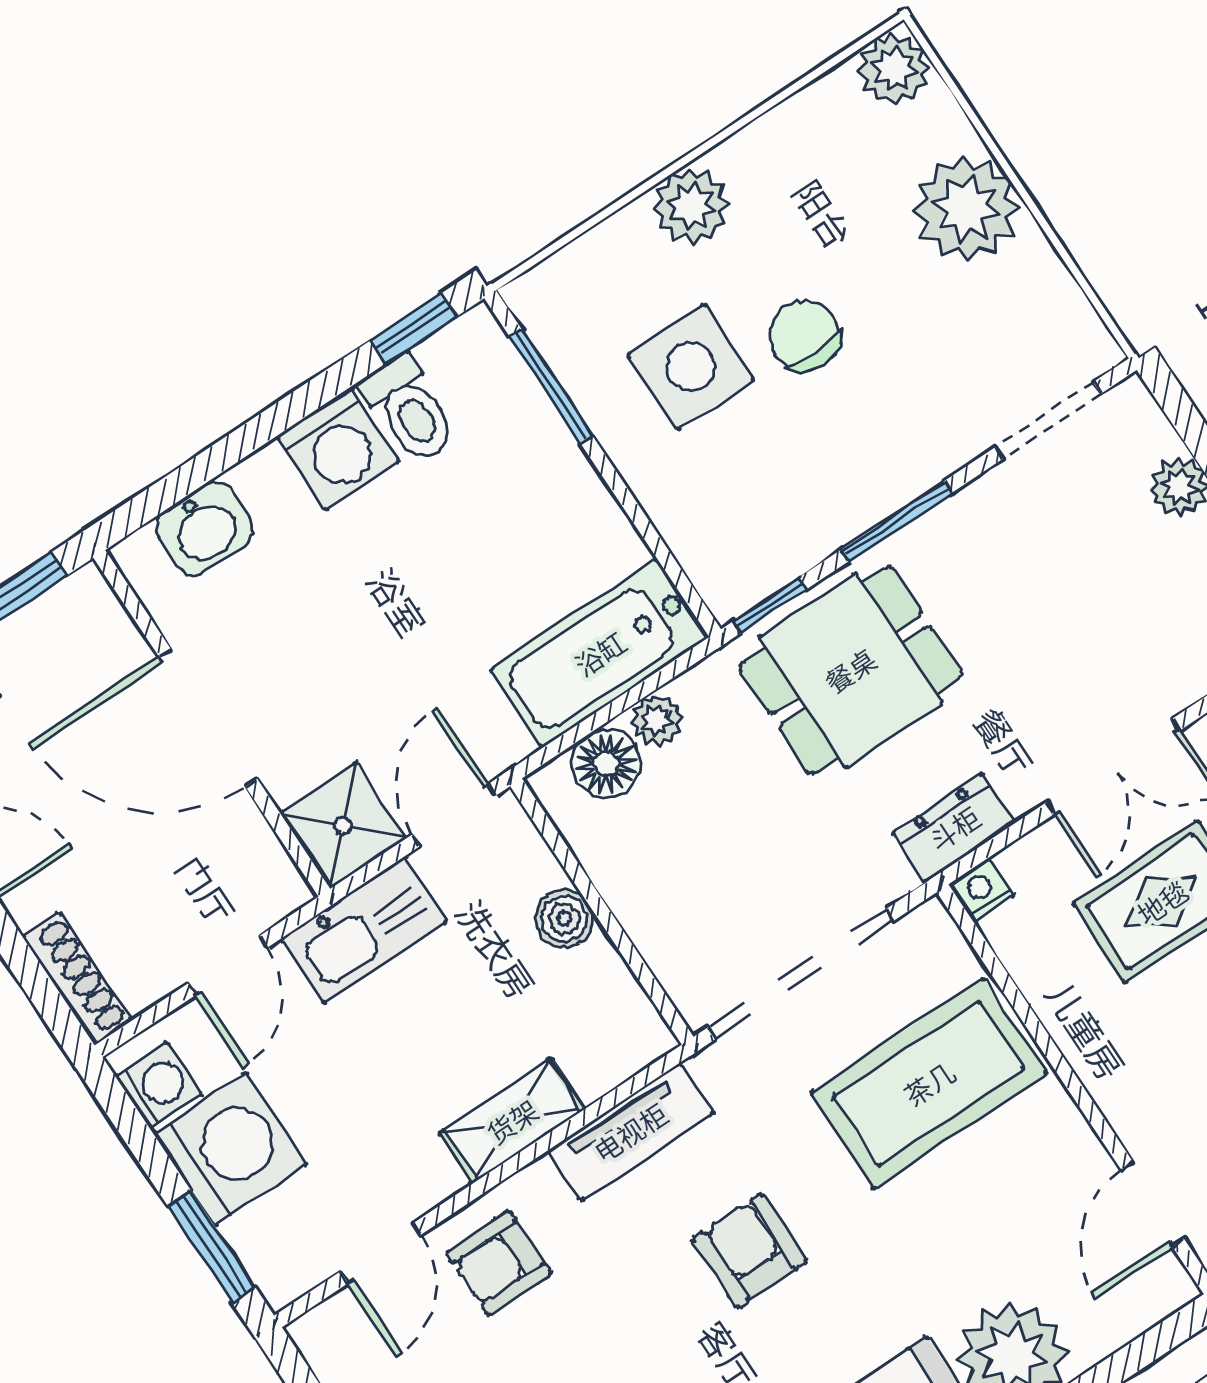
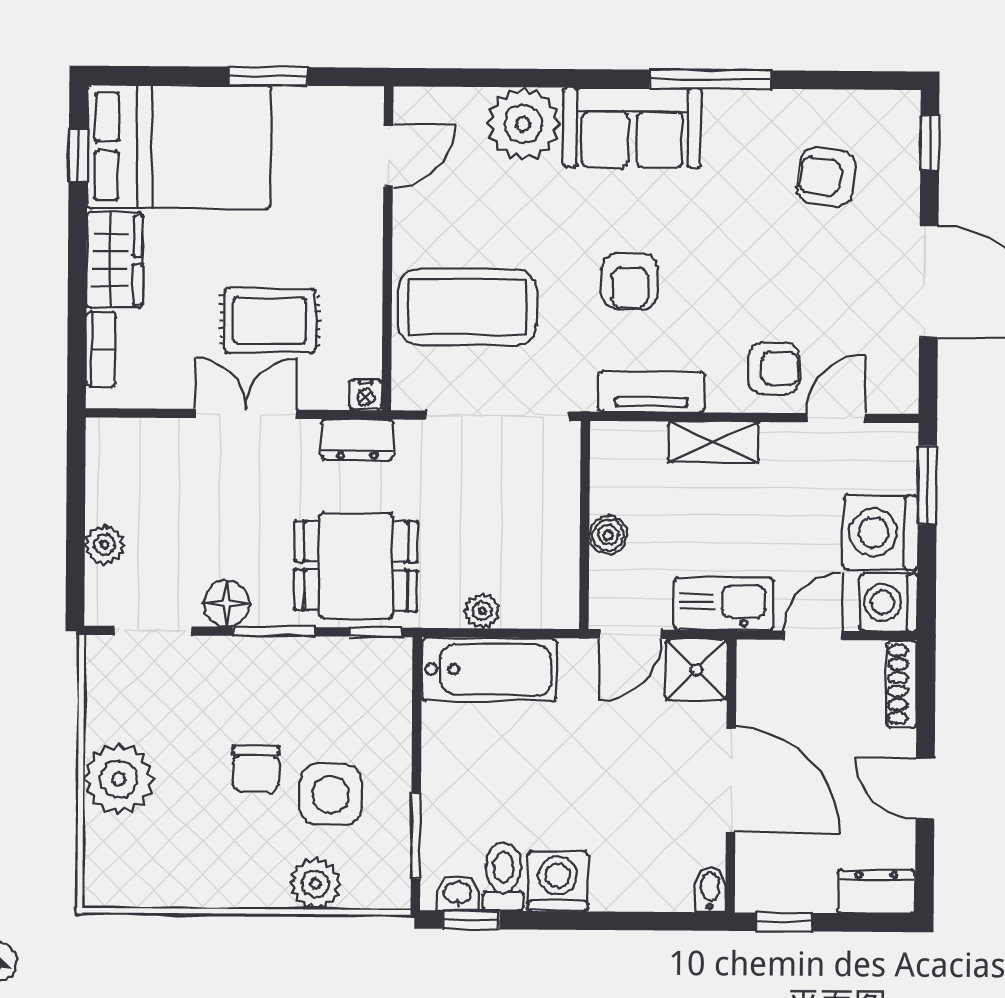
plant: (894, 69) -> (106, 884), removed
plant: (692, 206) -> (315, 884), moved
washbasin: (204, 528) -> (457, 893), moved, width x0.72, depth x0.69
bidet: (142, 565) -> (710, 890), added
floor lamp: (606, 763) -> (227, 604), moved
washing machine: (159, 1086) -> (888, 602), width x1.38, depth x1.38

